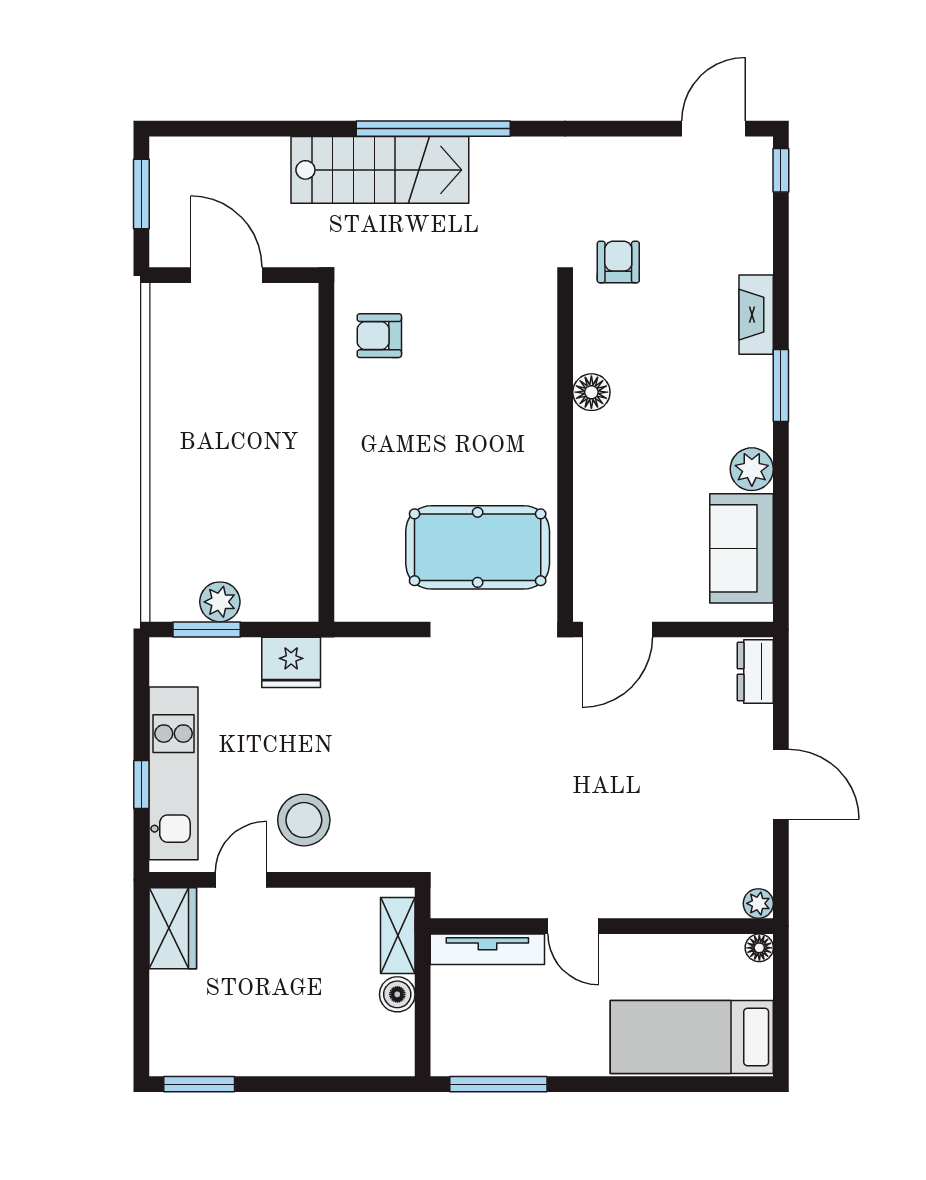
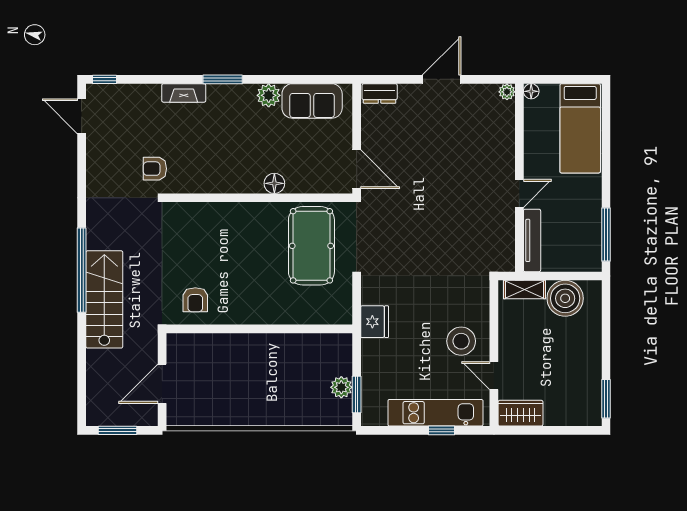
floor lamp: (591, 392) -> (274, 183), moved
fridge: (291, 662) -> (375, 322), moved
boiler: (397, 994) -> (565, 298), width x1.86, depth x1.86

